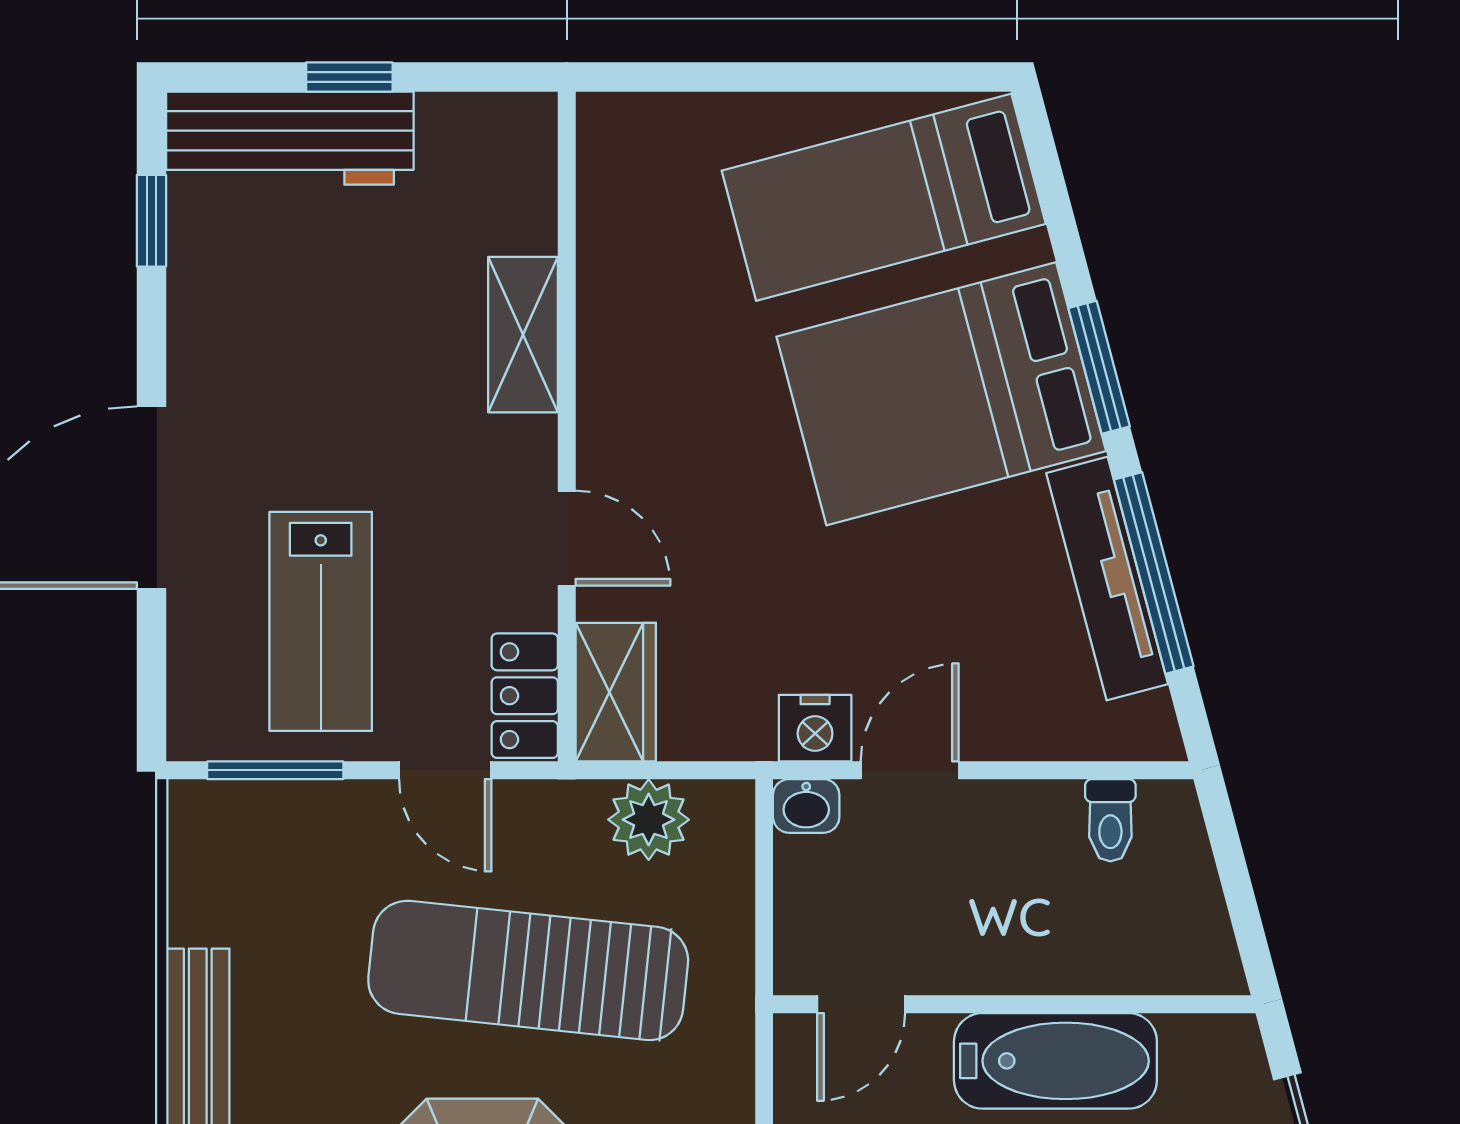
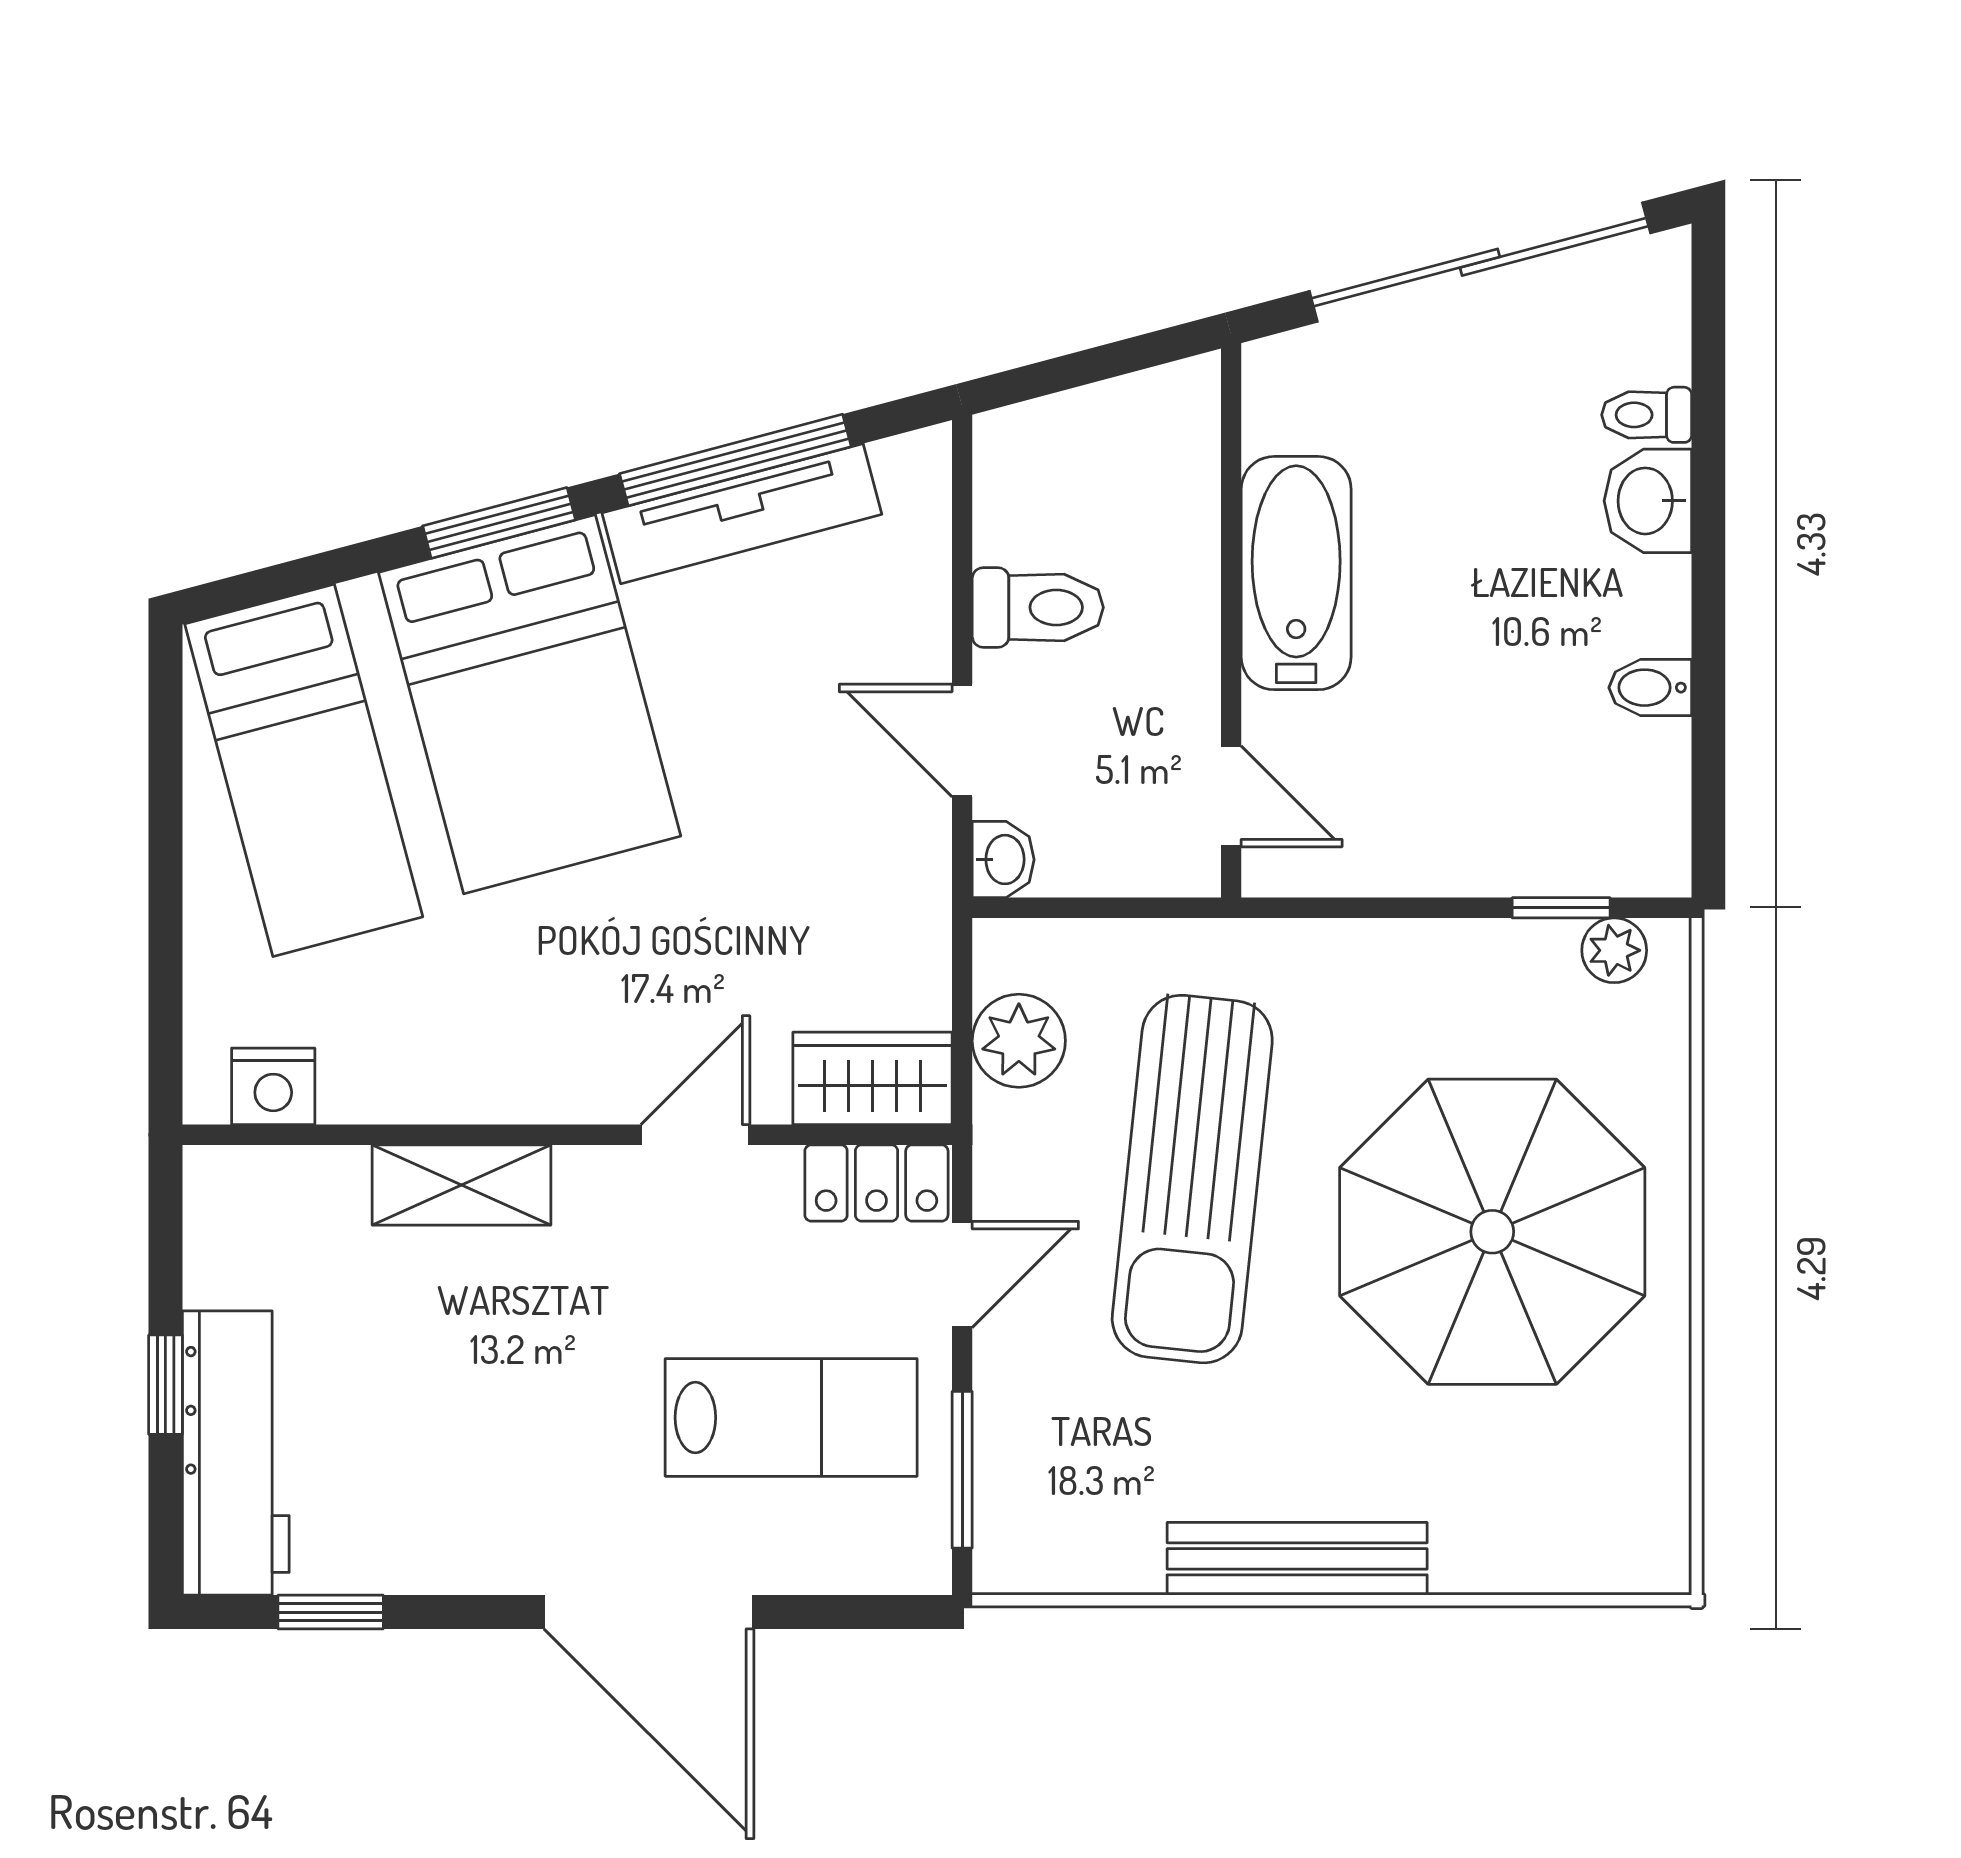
nightstand: (815, 728) -> (273, 1086), moved, turned 90
toilet: (1110, 820) -> (1038, 607), moved, width x1.37, depth x1.39

